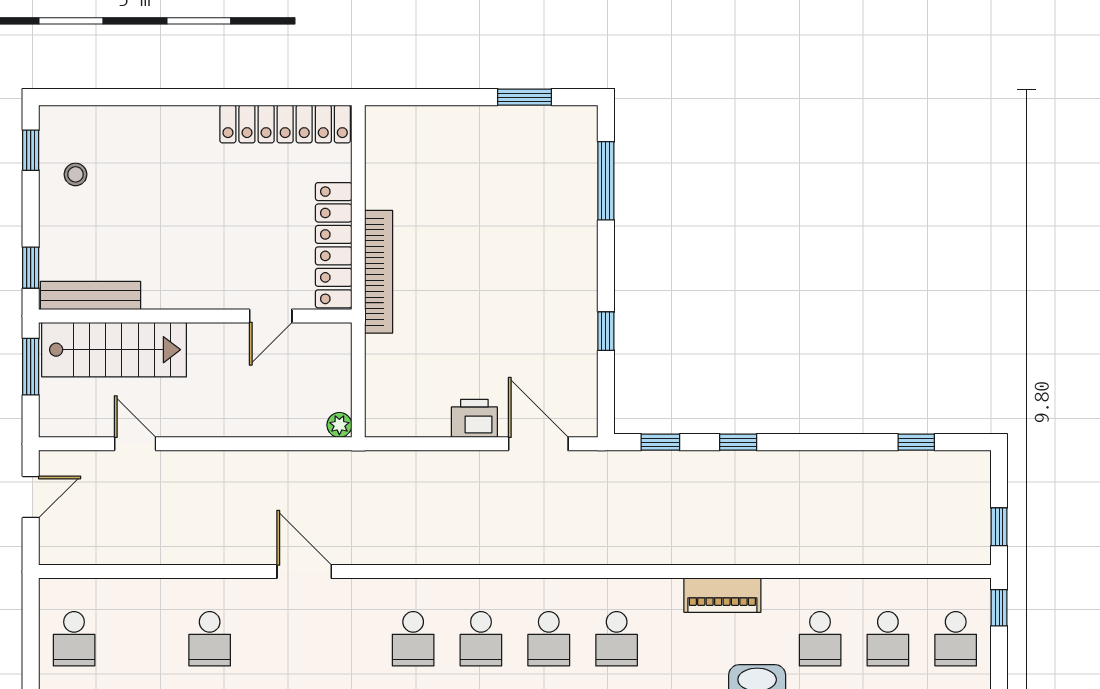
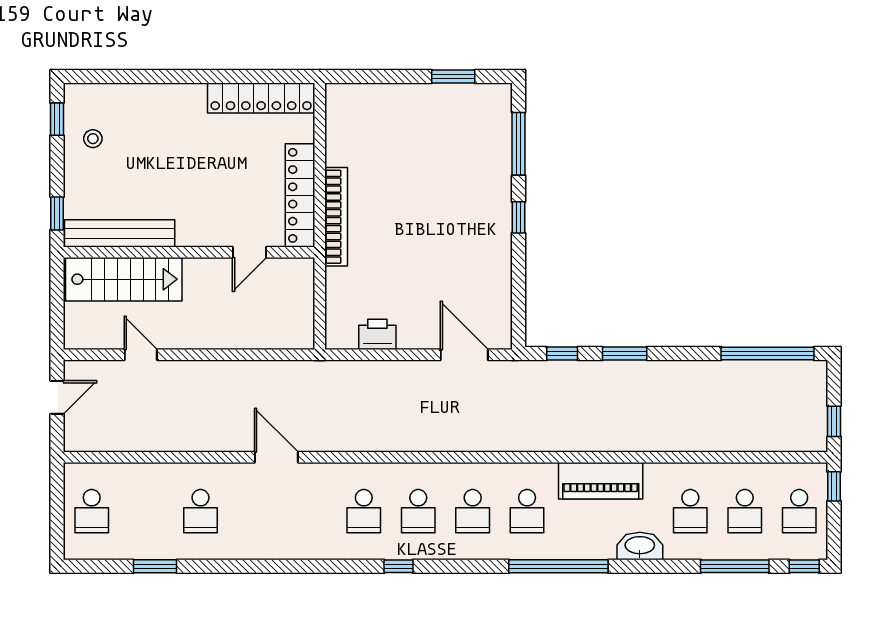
bench: (90, 296) -> (120, 233), width x1.37, depth x1.21
window: (606, 331) -> (519, 217), moved
window: (31, 367) -> (57, 293), removed
printer: (474, 418) -> (377, 334), moved
plant: (339, 425) -> (305, 340), removed
window: (738, 442) -> (625, 353), width x1.50
window: (916, 442) -> (768, 353), width x3.17
piano: (722, 595) -> (601, 481), width x1.37, depth x1.33

